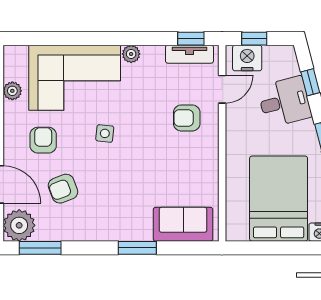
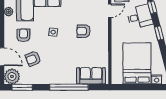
armchair: (187, 118) -> (84, 31), moved
window: (137, 248) -> (69, 87), width x2.11

